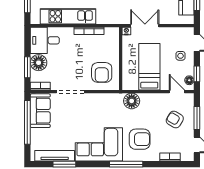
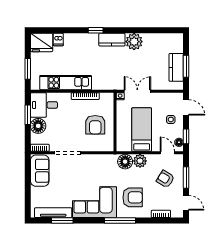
window: (27, 67) -> (28, 115), moved
armchair: (102, 72) -> (95, 125), moved
plant: (148, 100) -> (140, 161), added
window: (27, 122) -> (28, 182), removed

